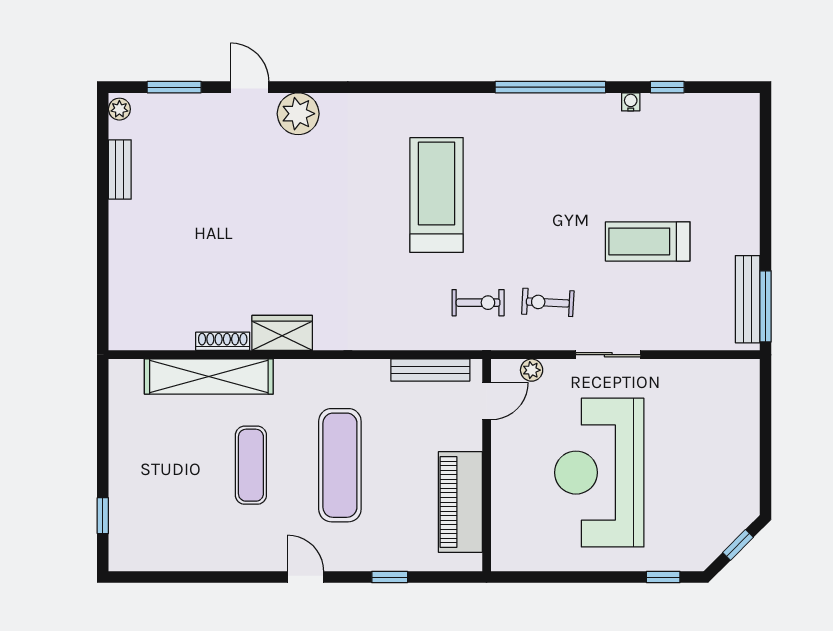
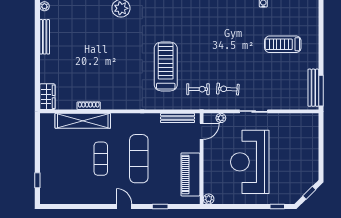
bench: (120, 170) -> (45, 37), width x1.36
treadmill: (437, 195) -> (166, 66), moved
treadmill: (648, 241) -> (283, 44), moved
wardrobe: (282, 333) -> (47, 97), moved, turned 90
plant: (503, 559) -> (209, 199), added

